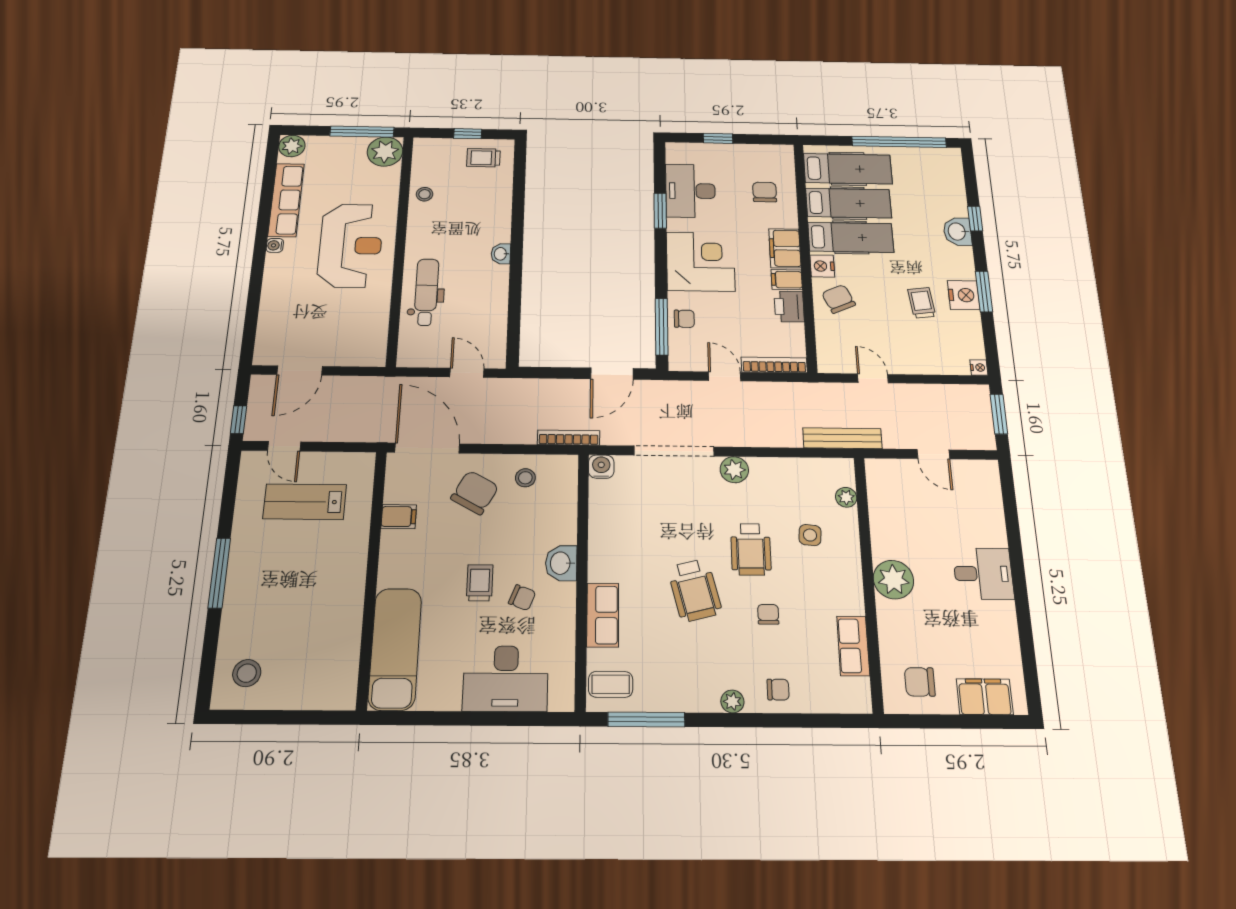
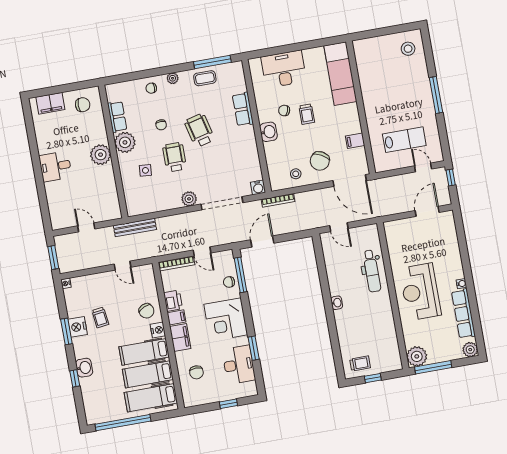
stool: (425, 194) -> (388, 333), removed
plant: (846, 497) -> (125, 142), moved, width x1.87, depth x1.87
coffee table: (611, 684) -> (205, 78), moved

